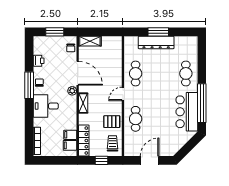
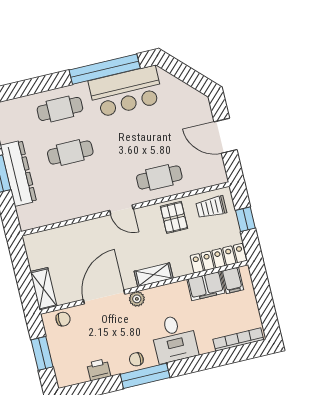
cafe table: (136, 73) -> (70, 153), moved
filing cabinet: (70, 135) -> (206, 286), width x2.00

